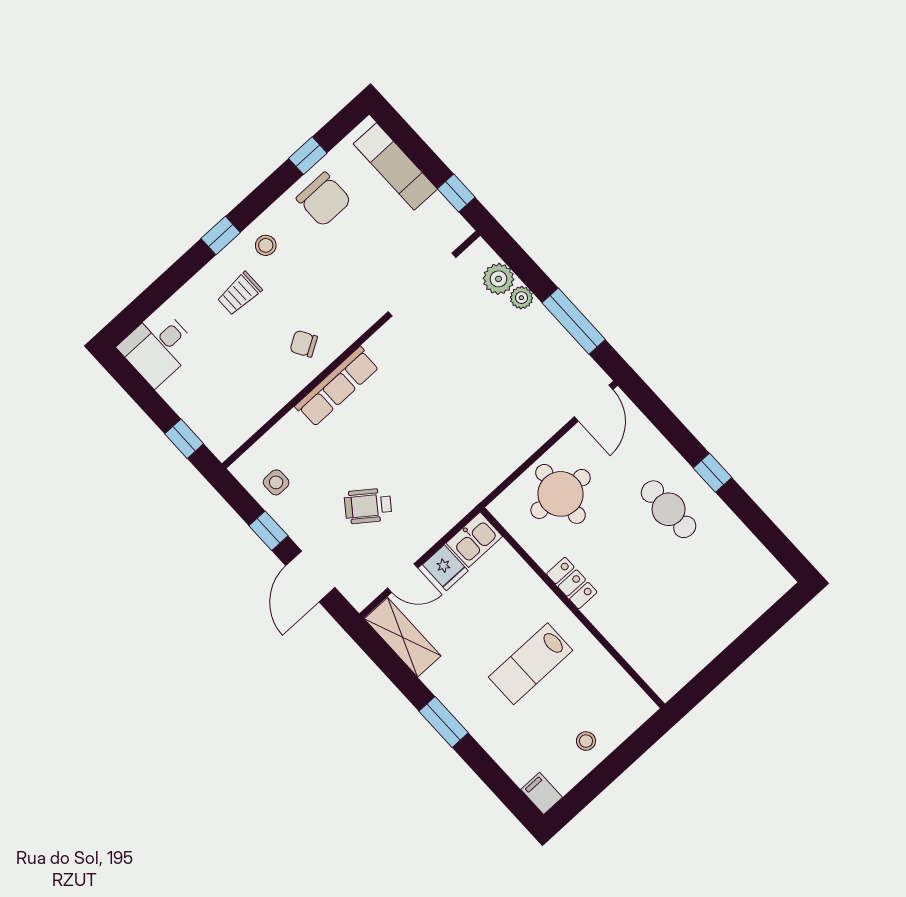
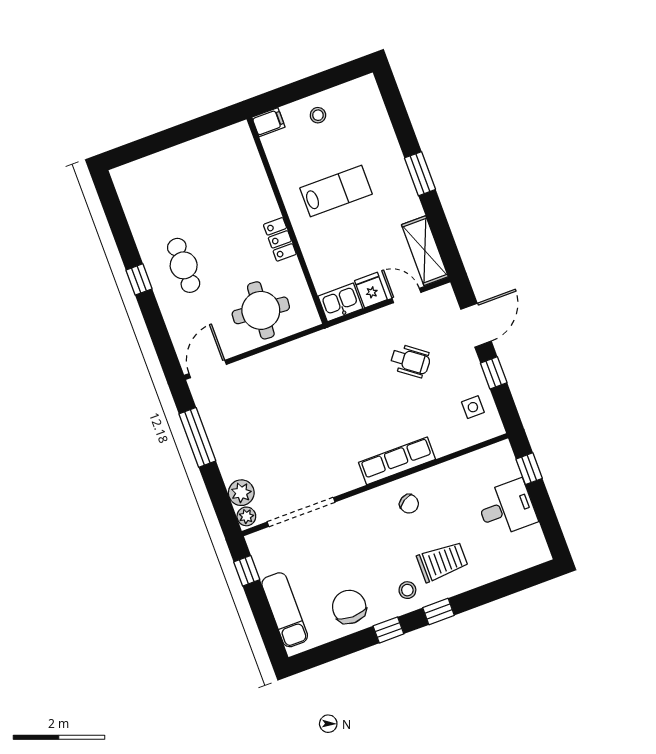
window: (308, 156) -> (388, 630), moved
trolley: (239, 294) -> (442, 562), width x1.36, depth x1.39
plant: (521, 298) -> (246, 516), moved
desk: (158, 347) -> (507, 508), moved
filing cabinet: (542, 793) -> (268, 122), moved, turned -90

